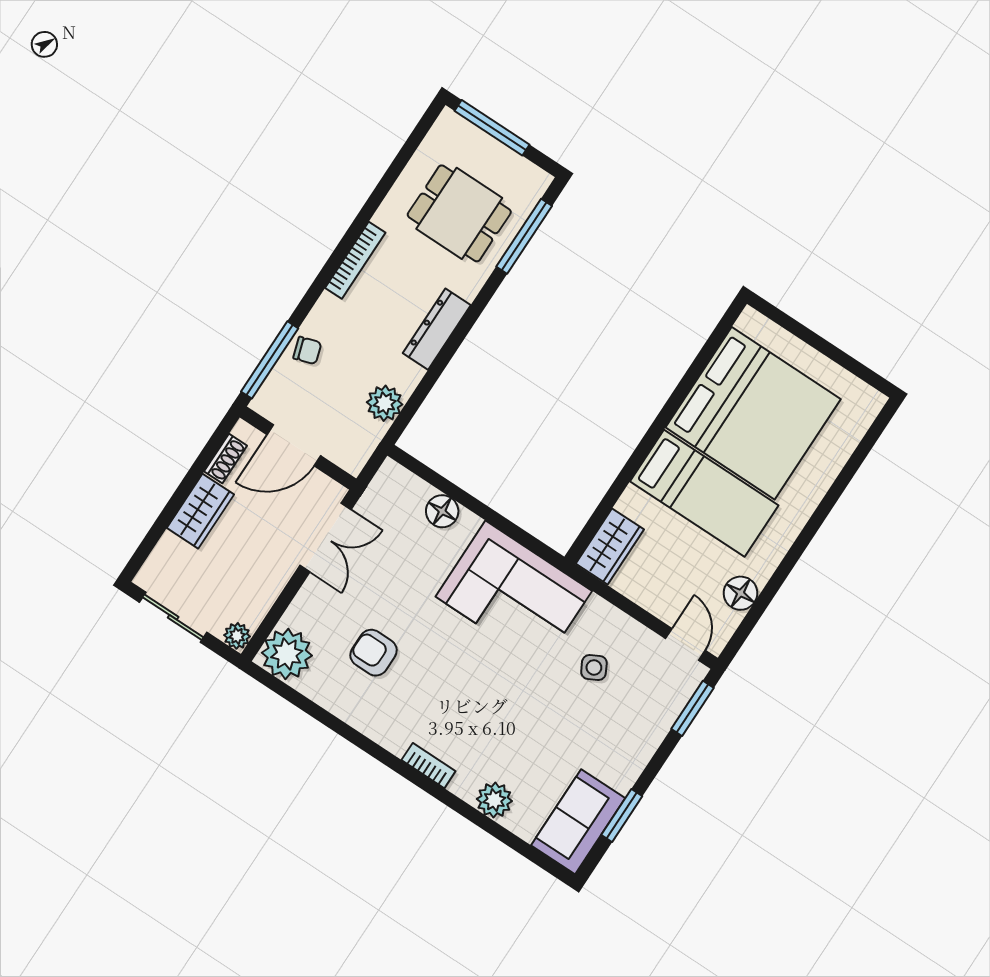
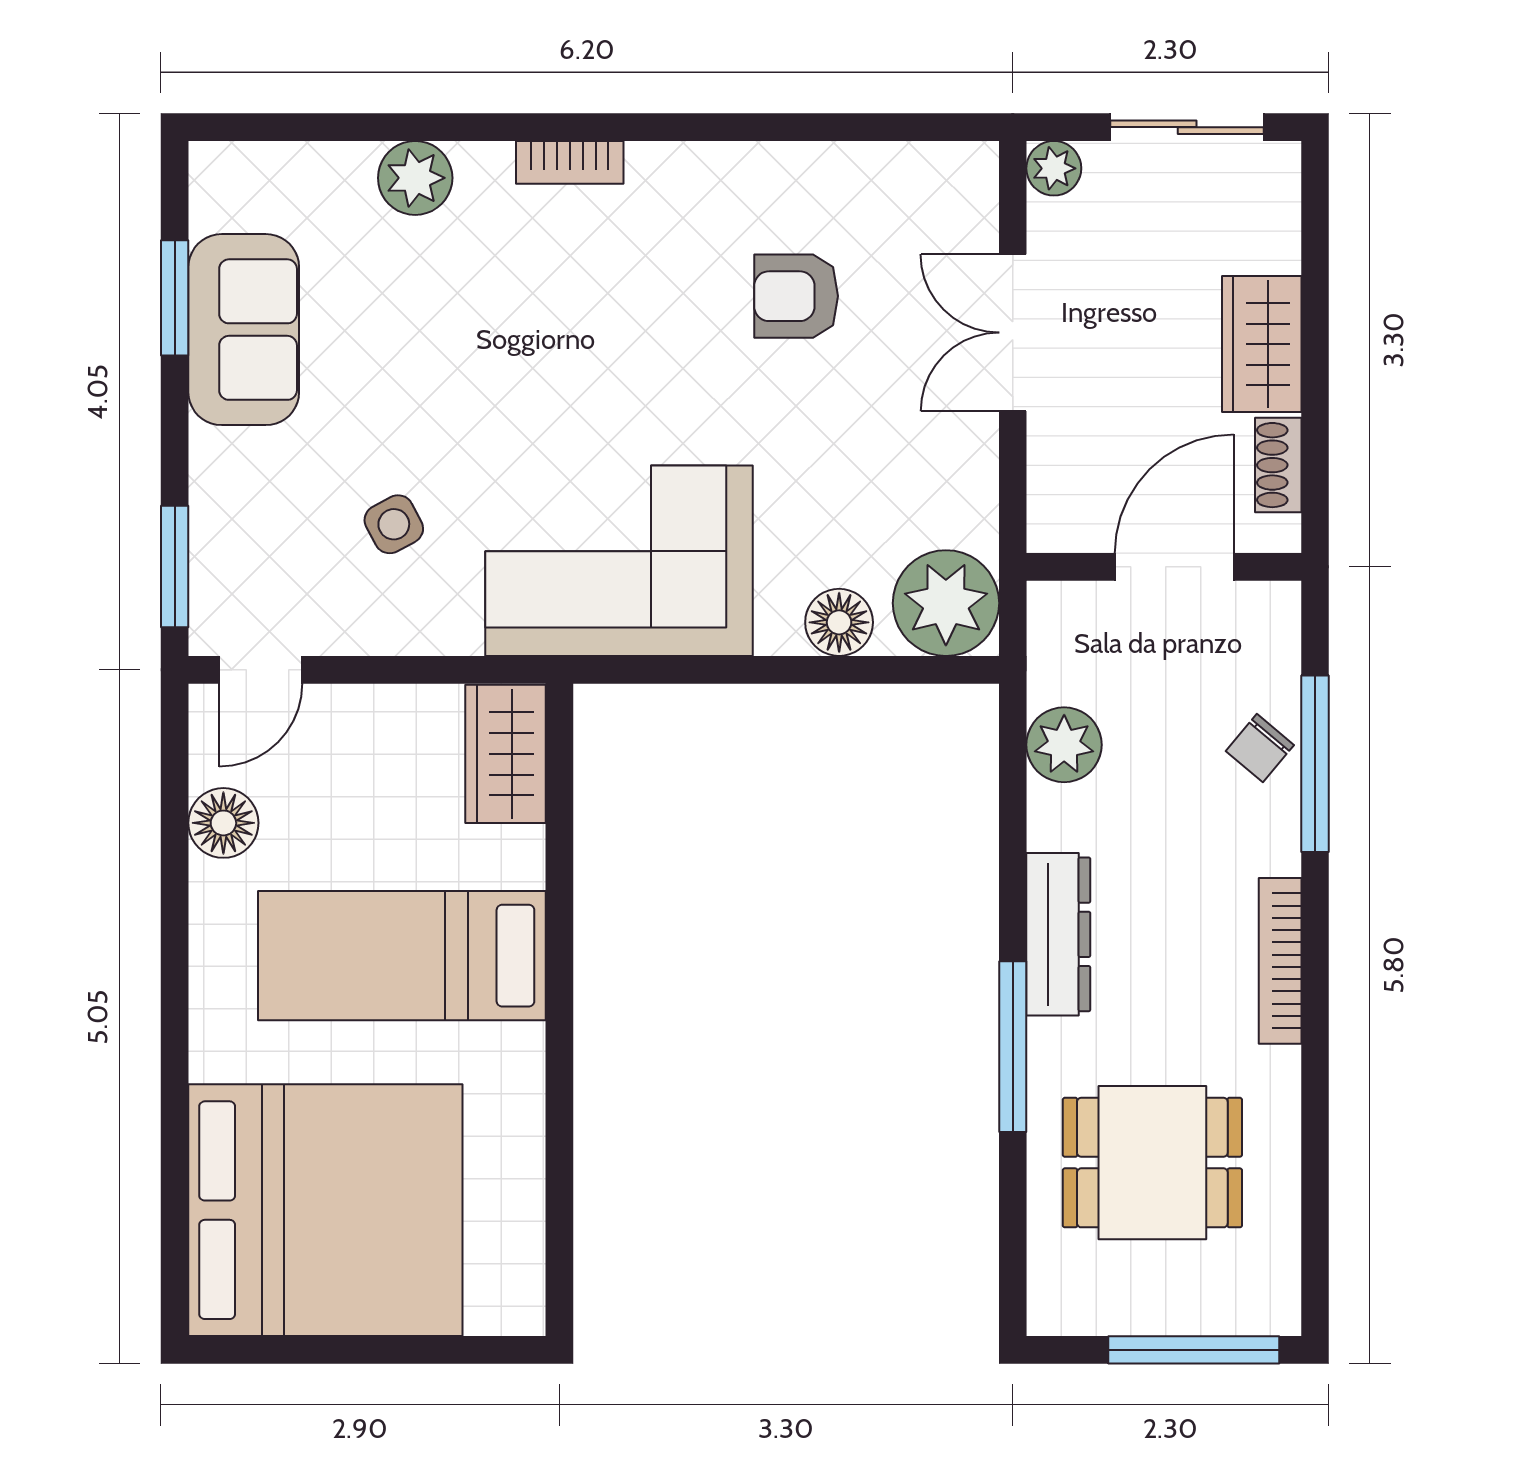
window: (524, 236) -> (1013, 1047), moved
chair: (307, 350) -> (1260, 748), turned -32
window: (270, 360) -> (1315, 764), moved
bed: (753, 413) -> (325, 1210), moved, turned 180
double door: (325, 538) -> (1013, 333), moved
door: (685, 644) -> (261, 670), hinge flipped
armchair: (373, 653) -> (796, 296), turned 180
plant: (287, 654) -> (946, 603), moved
sofa: (578, 822) -> (244, 330), moved

